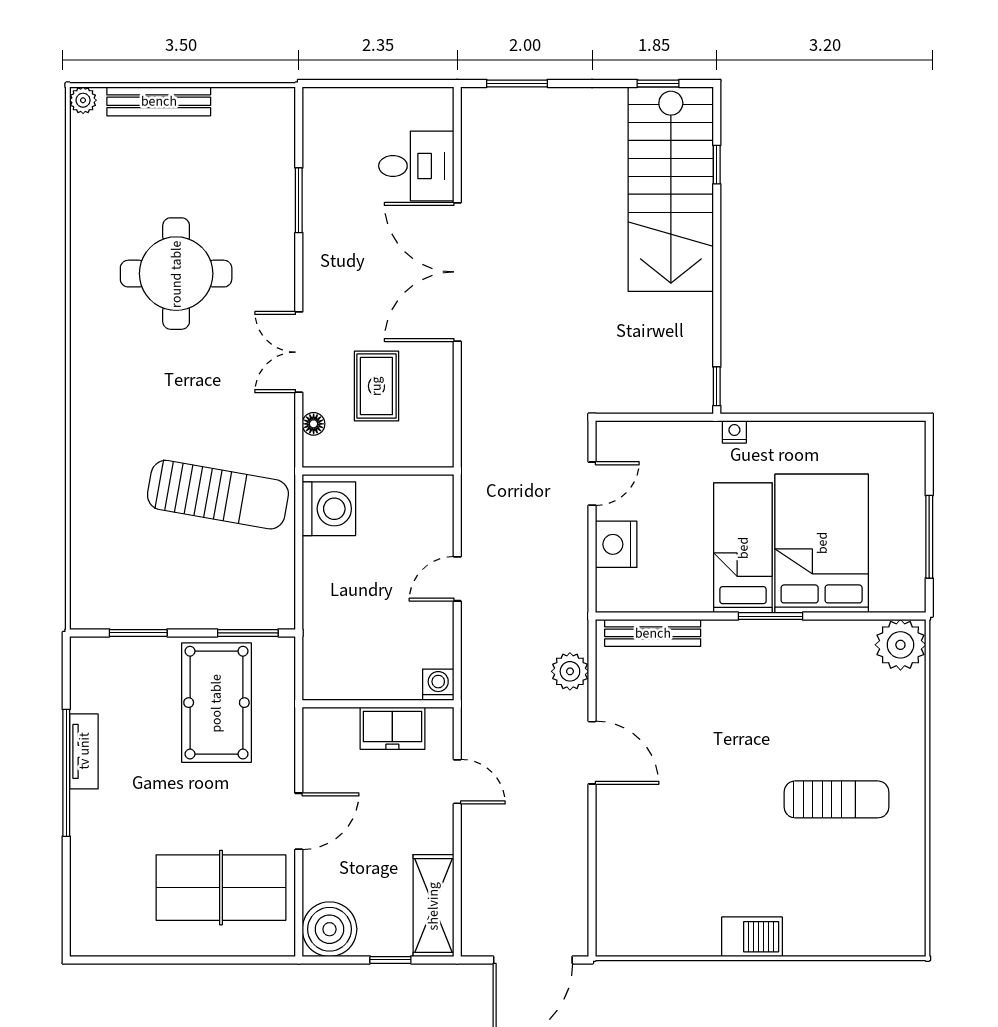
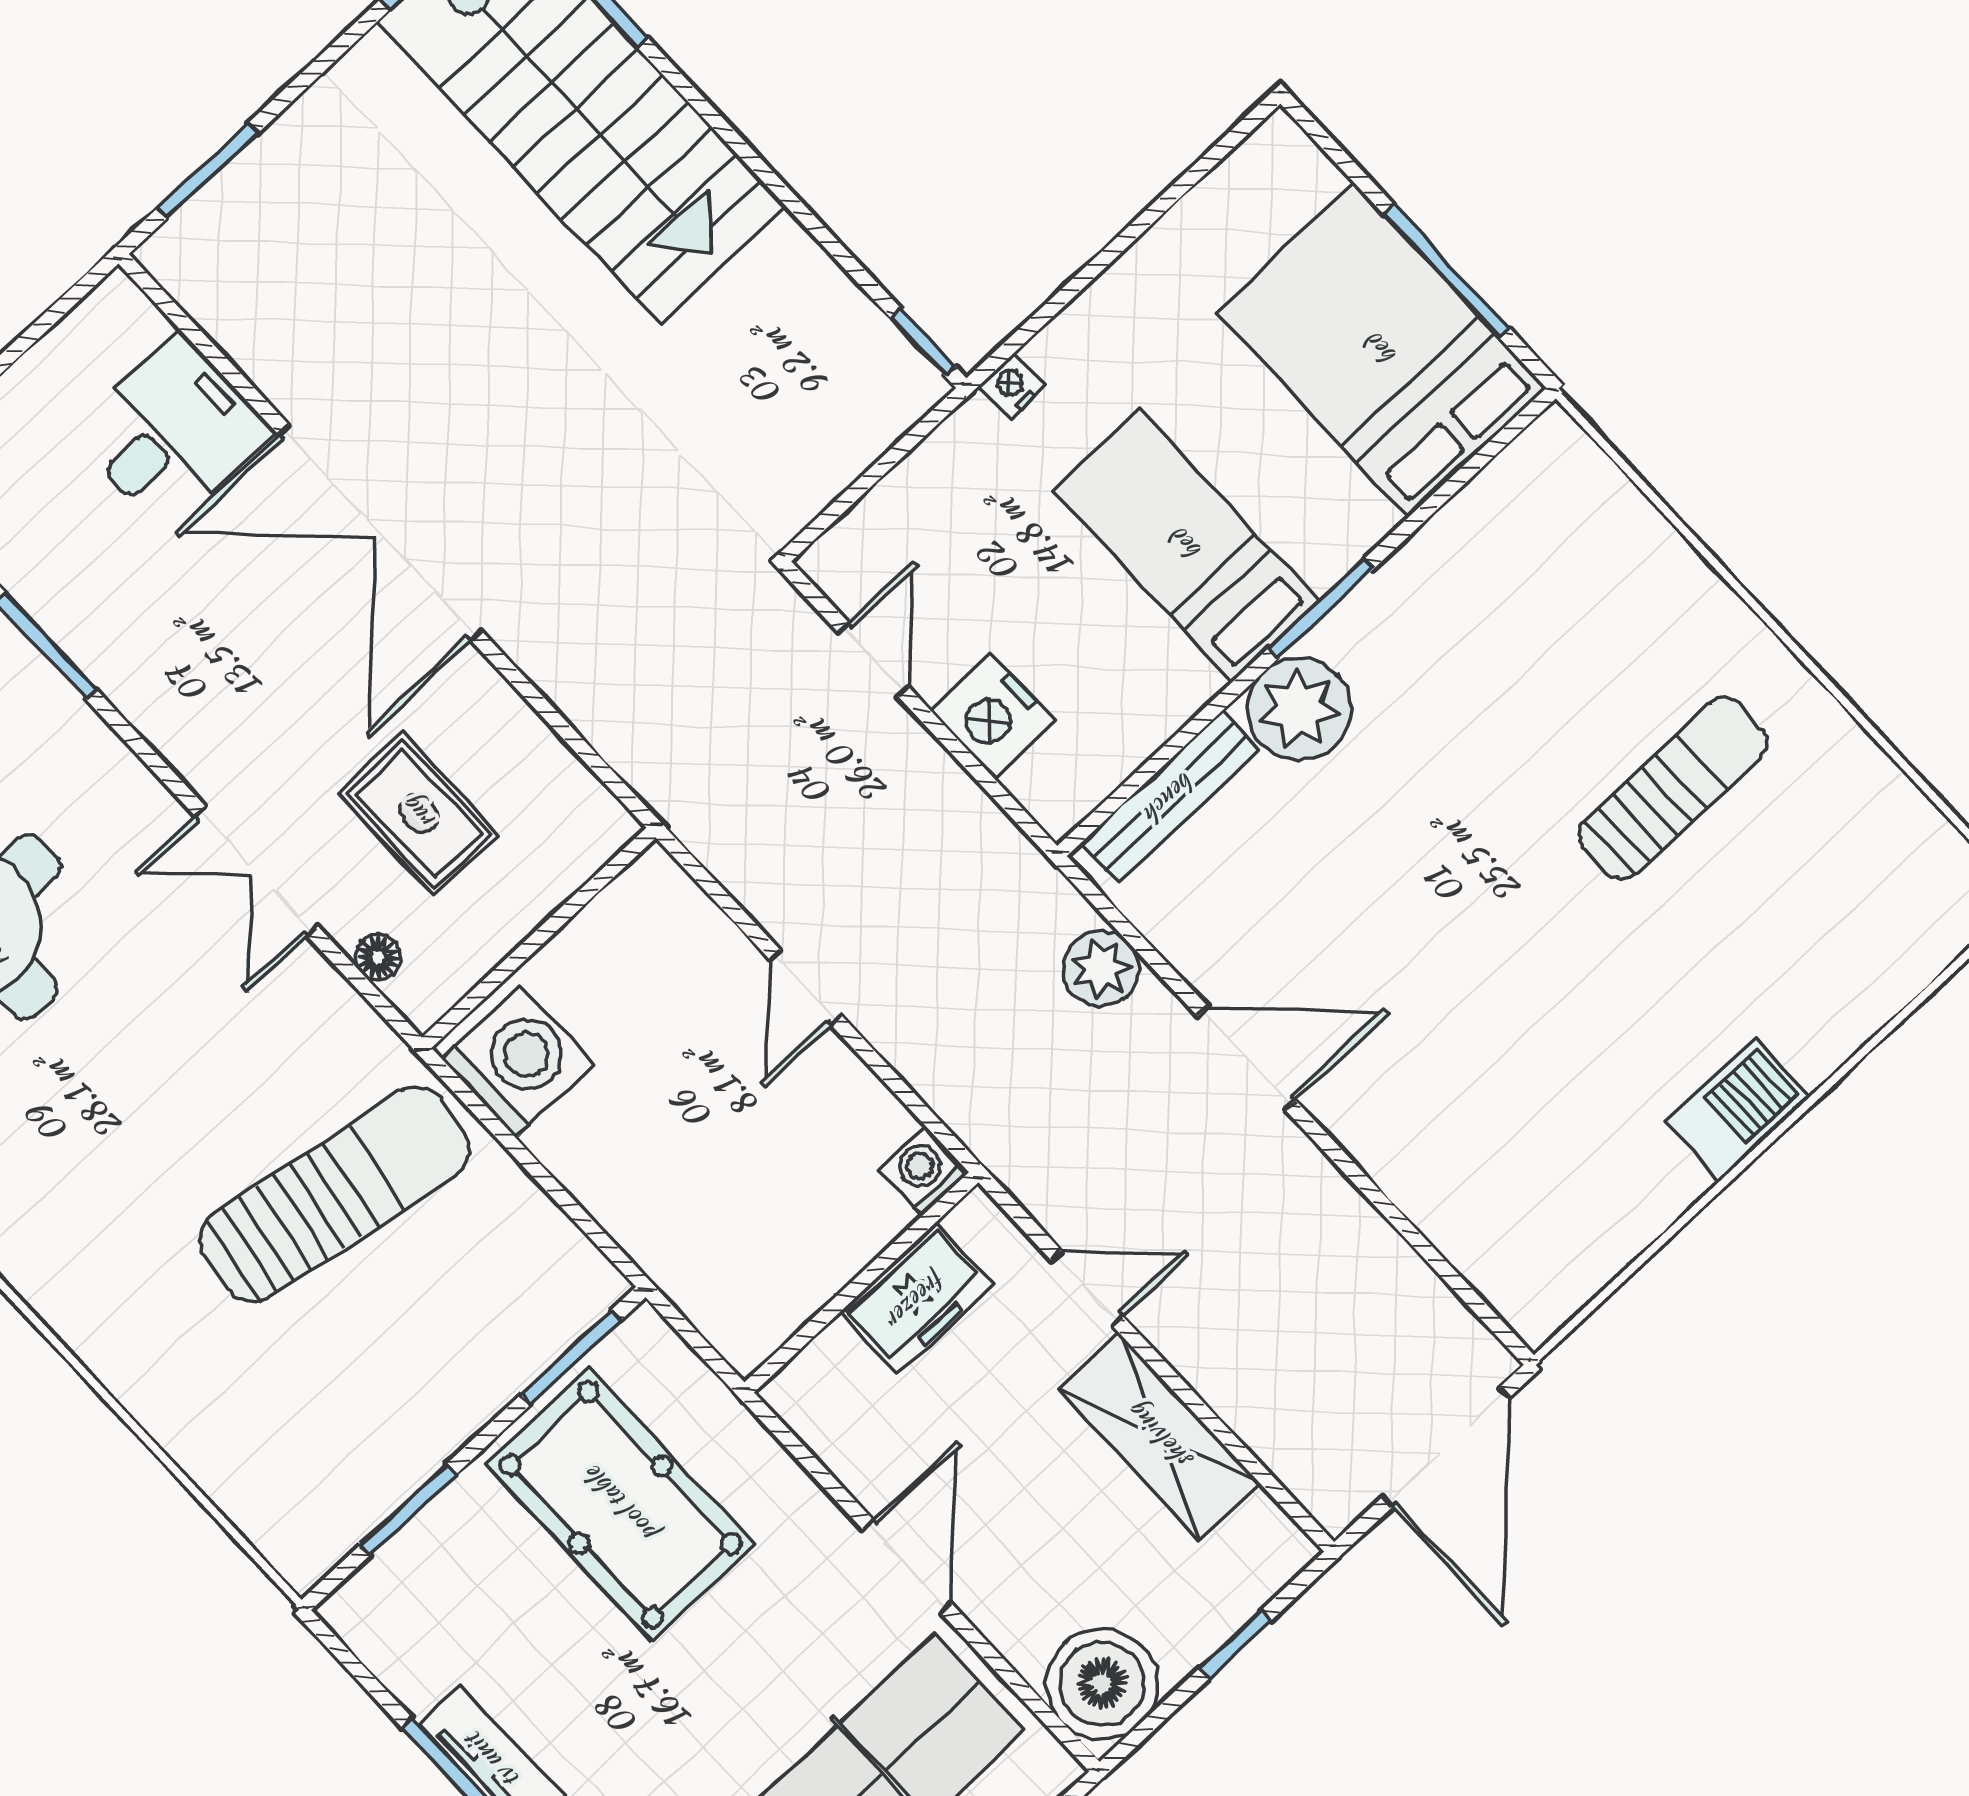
bed: (822, 543) -> (1381, 350), moved
plant: (900, 645) -> (1299, 709), moved
shelving: (433, 906) -> (1160, 1437), moved

